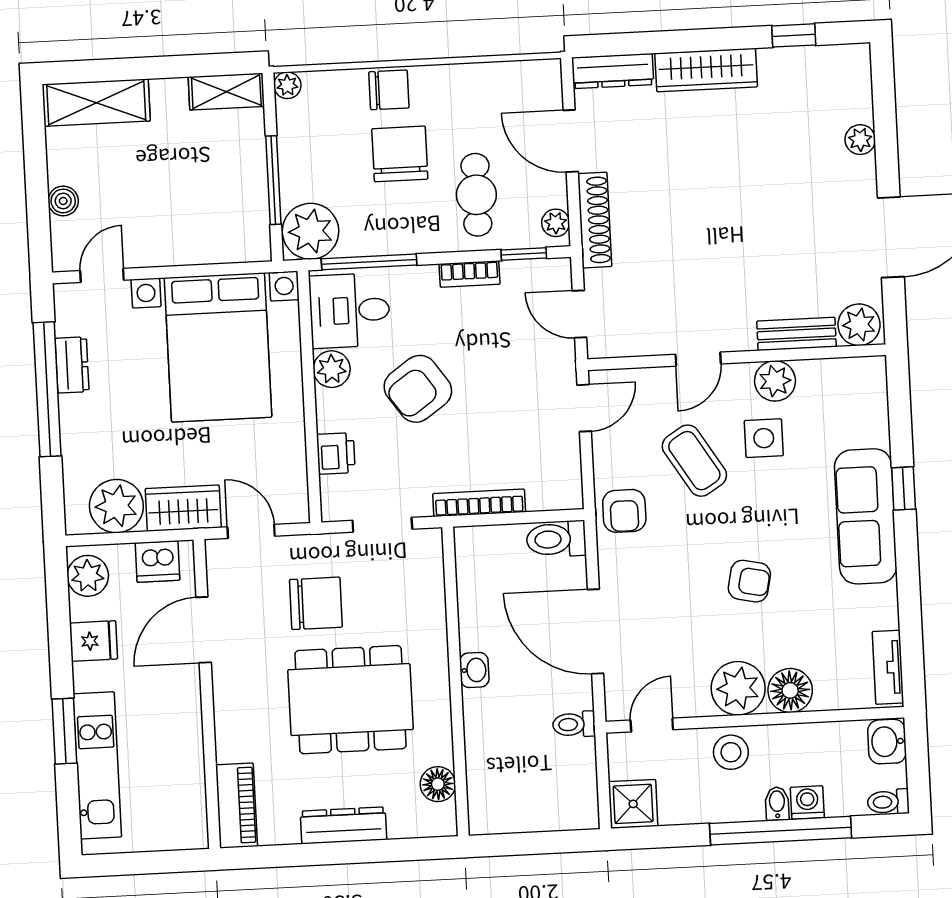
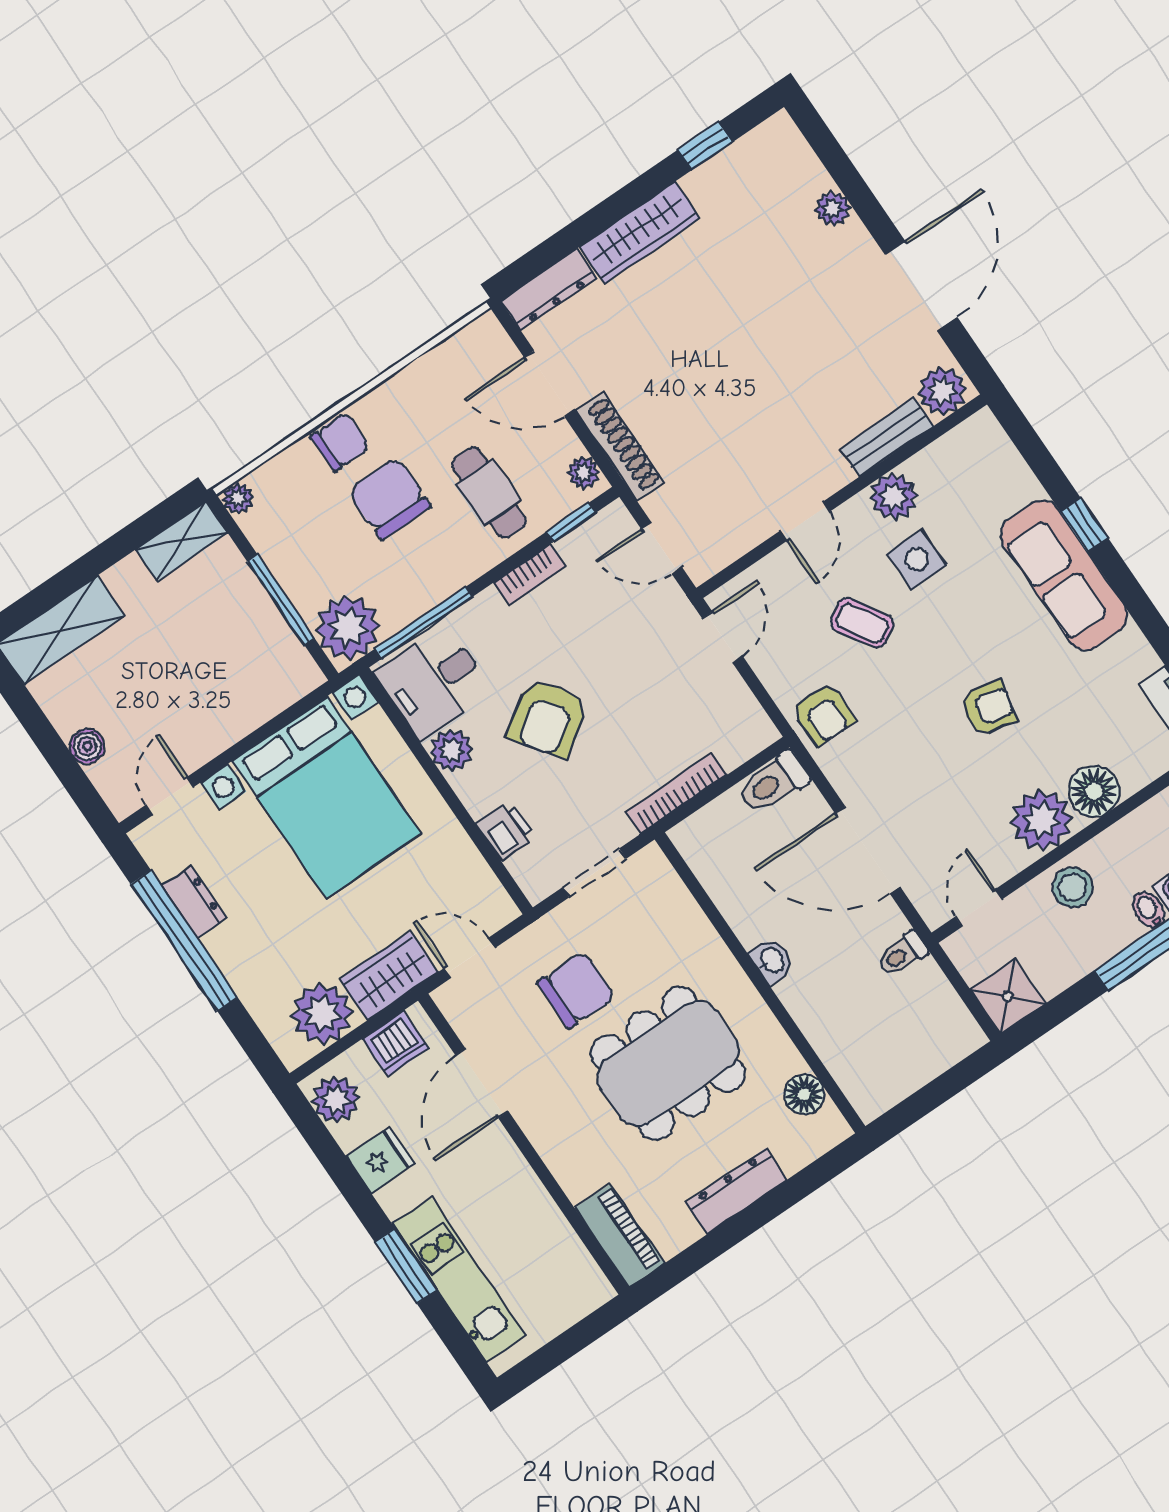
coffee table: (694, 461) -> (862, 623), width x0.73, depth x0.77

